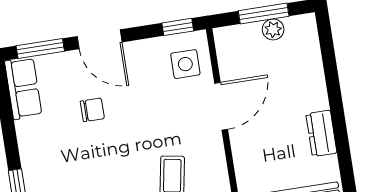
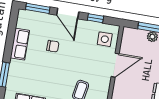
window: (178, 27) -> (95, 18), moved
row of seats: (23, 88) -> (20, 44), moved

